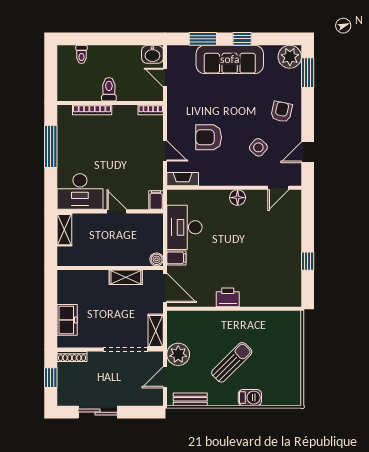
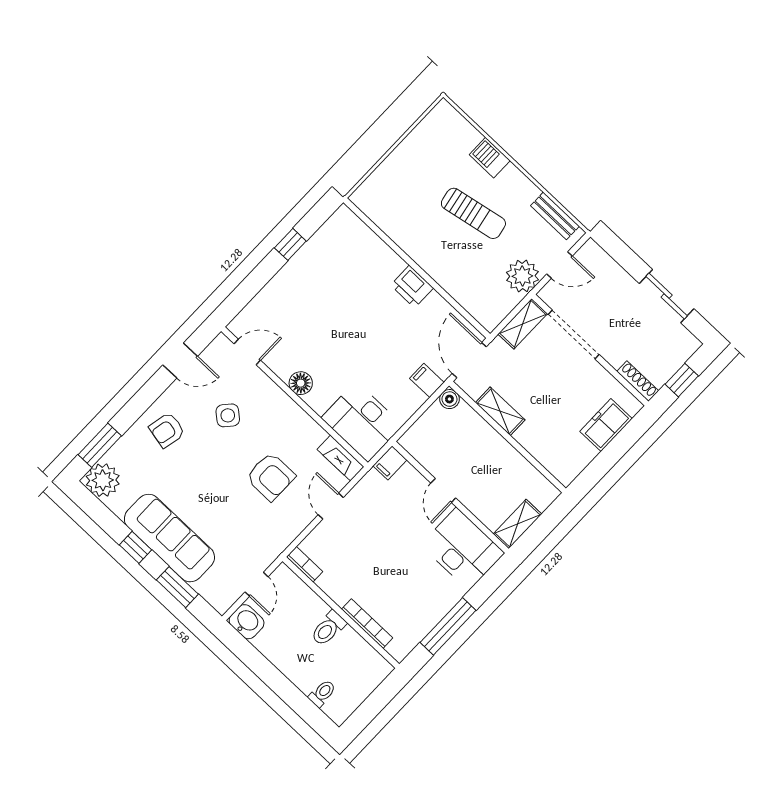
desk: (184, 227) -> (362, 422), moved, turned 90
sun lounger: (232, 362) -> (473, 213), turned -146

